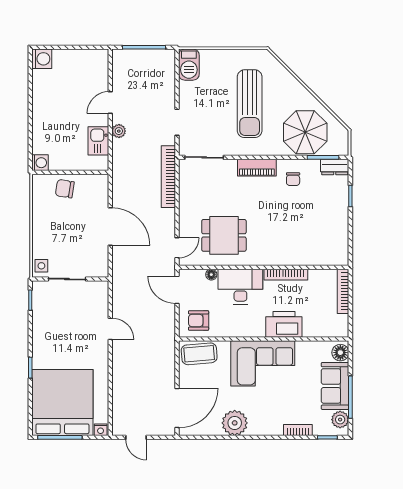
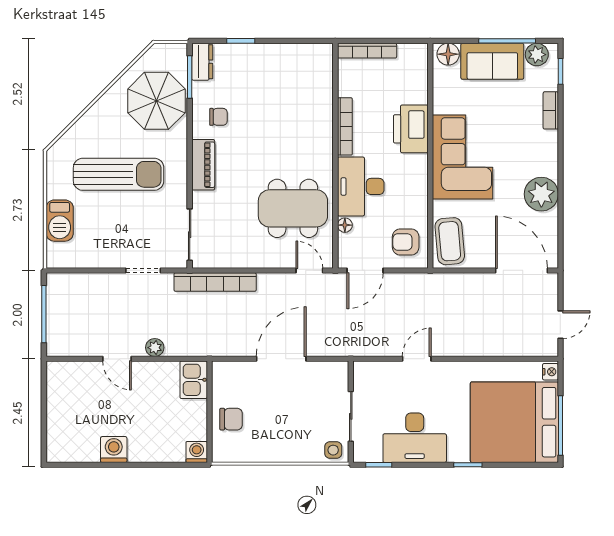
washing machine: (42, 59) -> (114, 449), moved
barbecue: (189, 65) -> (60, 221), moved, turned 90
kitchen sink: (98, 141) -> (194, 380), moved, turned 90
chair: (65, 189) -> (231, 419), turned -99
dining table: (224, 235) -> (293, 208), width x1.38
armchair: (199, 320) -> (406, 242), turned 90
desk: (51, 327) -> (415, 438), added

